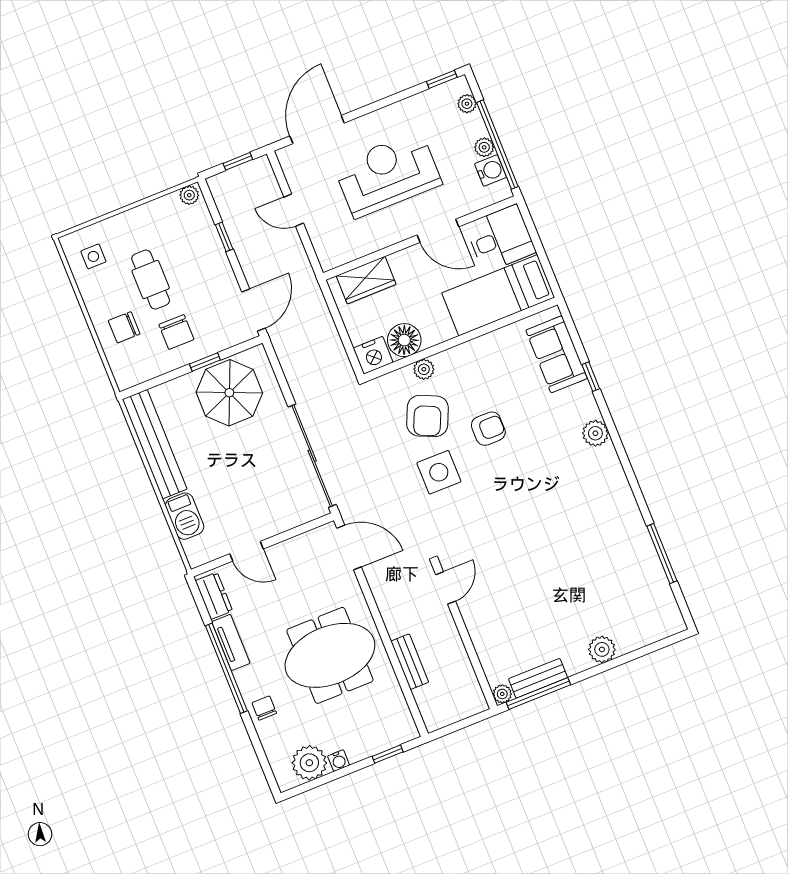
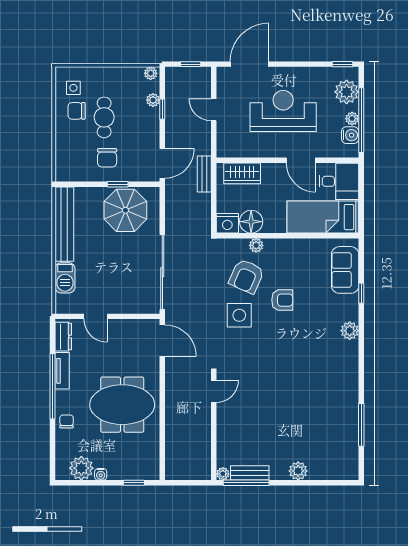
plant: (467, 104) -> (347, 92), width x1.88, depth x1.88
plant: (207, 230) -> (153, 100), added
chair: (124, 327) -> (77, 111), moved
bench: (410, 662) -> (204, 174), moved

